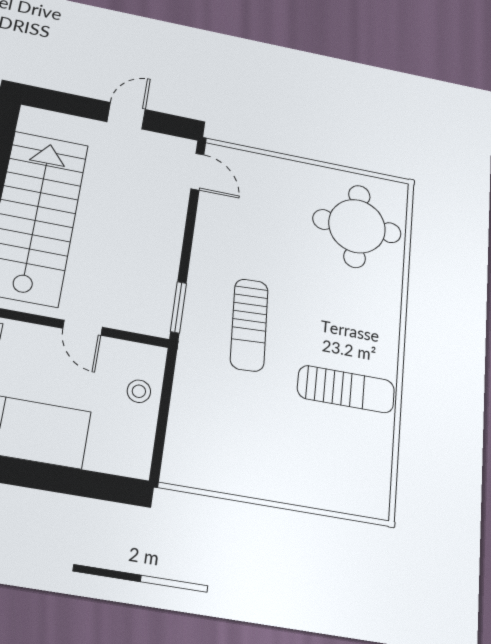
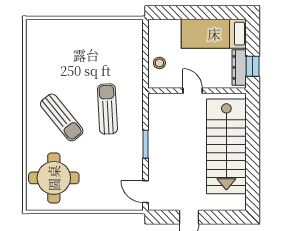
window: (178, 307) -> (146, 144), moved
sun lounger: (346, 389) -> (62, 117), moved, turned -129

